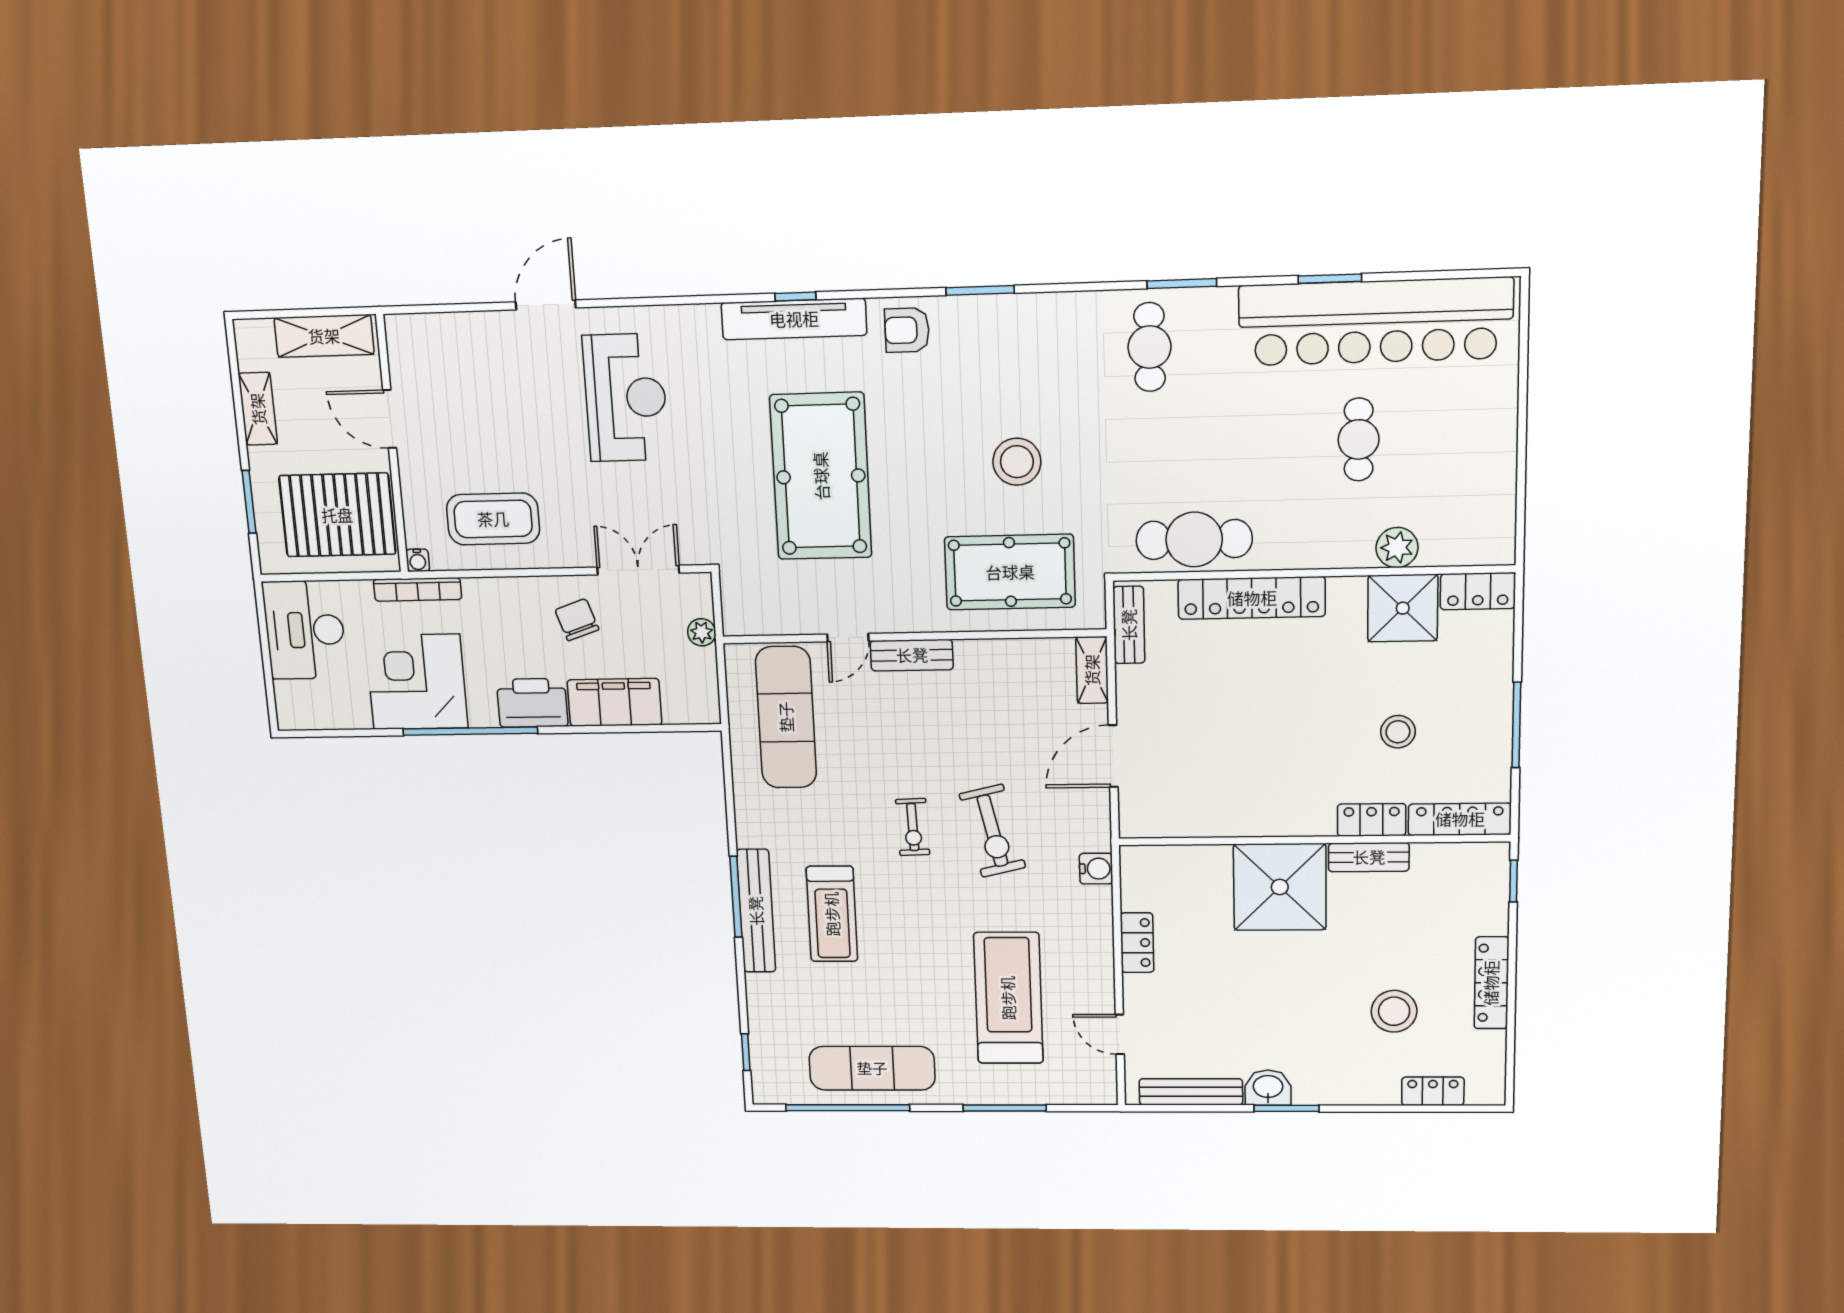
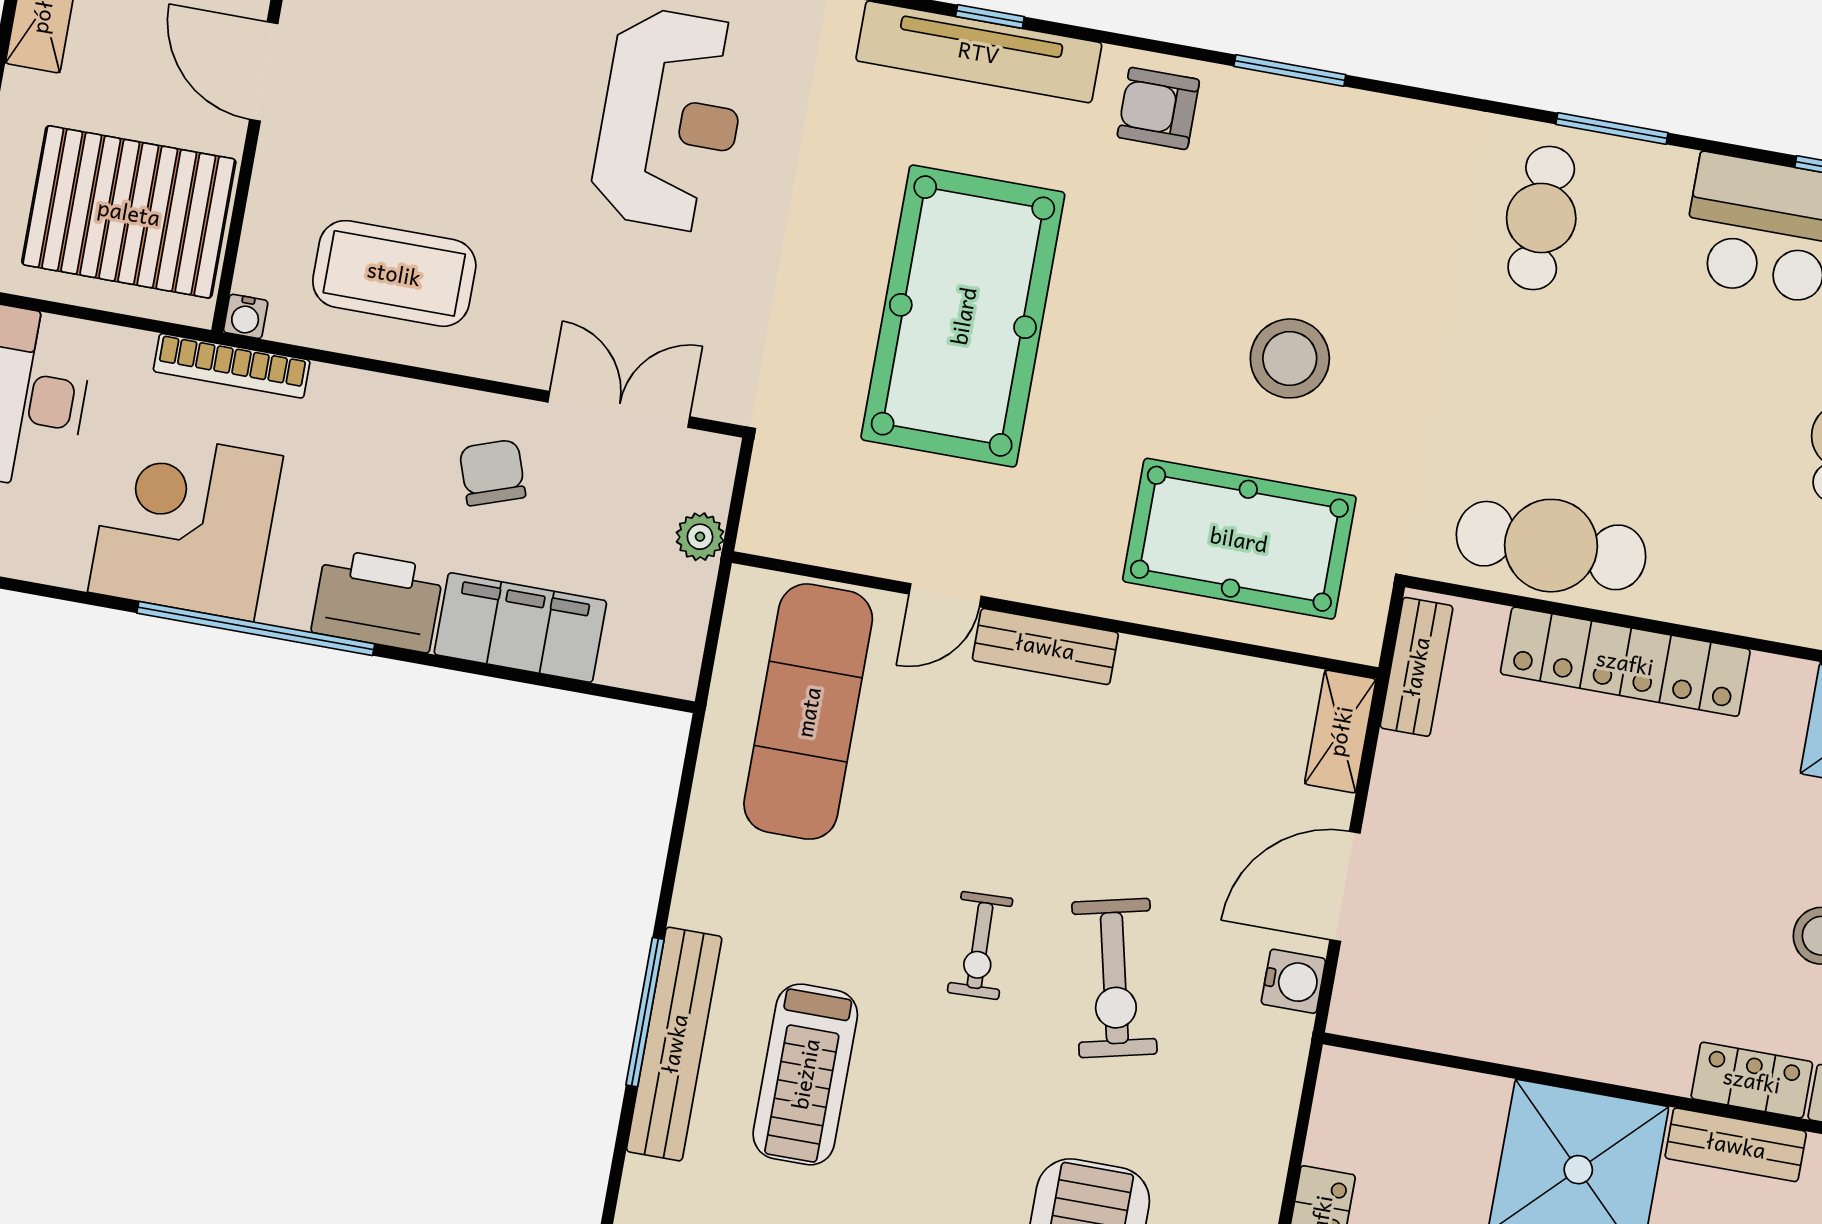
water cooler: (1096, 869) -> (1293, 981), moved

